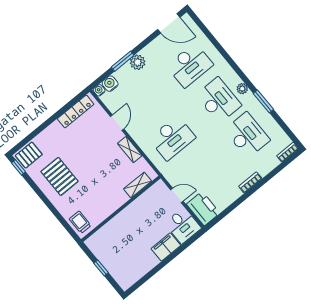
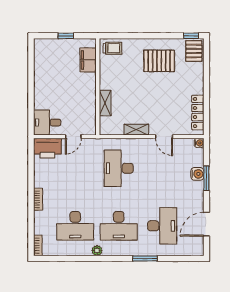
door: (169, 23) -> (206, 224), moved
plant: (138, 62) -> (196, 189), removed
desk: (190, 65) -> (162, 226), turned 180
water cooler: (110, 84) -> (197, 174), moved
plant: (242, 89) -> (97, 251), moved
window: (263, 101) -> (145, 258), moved
shelving: (138, 185) -> (105, 103), moved
filing cabinet: (166, 247) -> (88, 60), moved, turned 180

